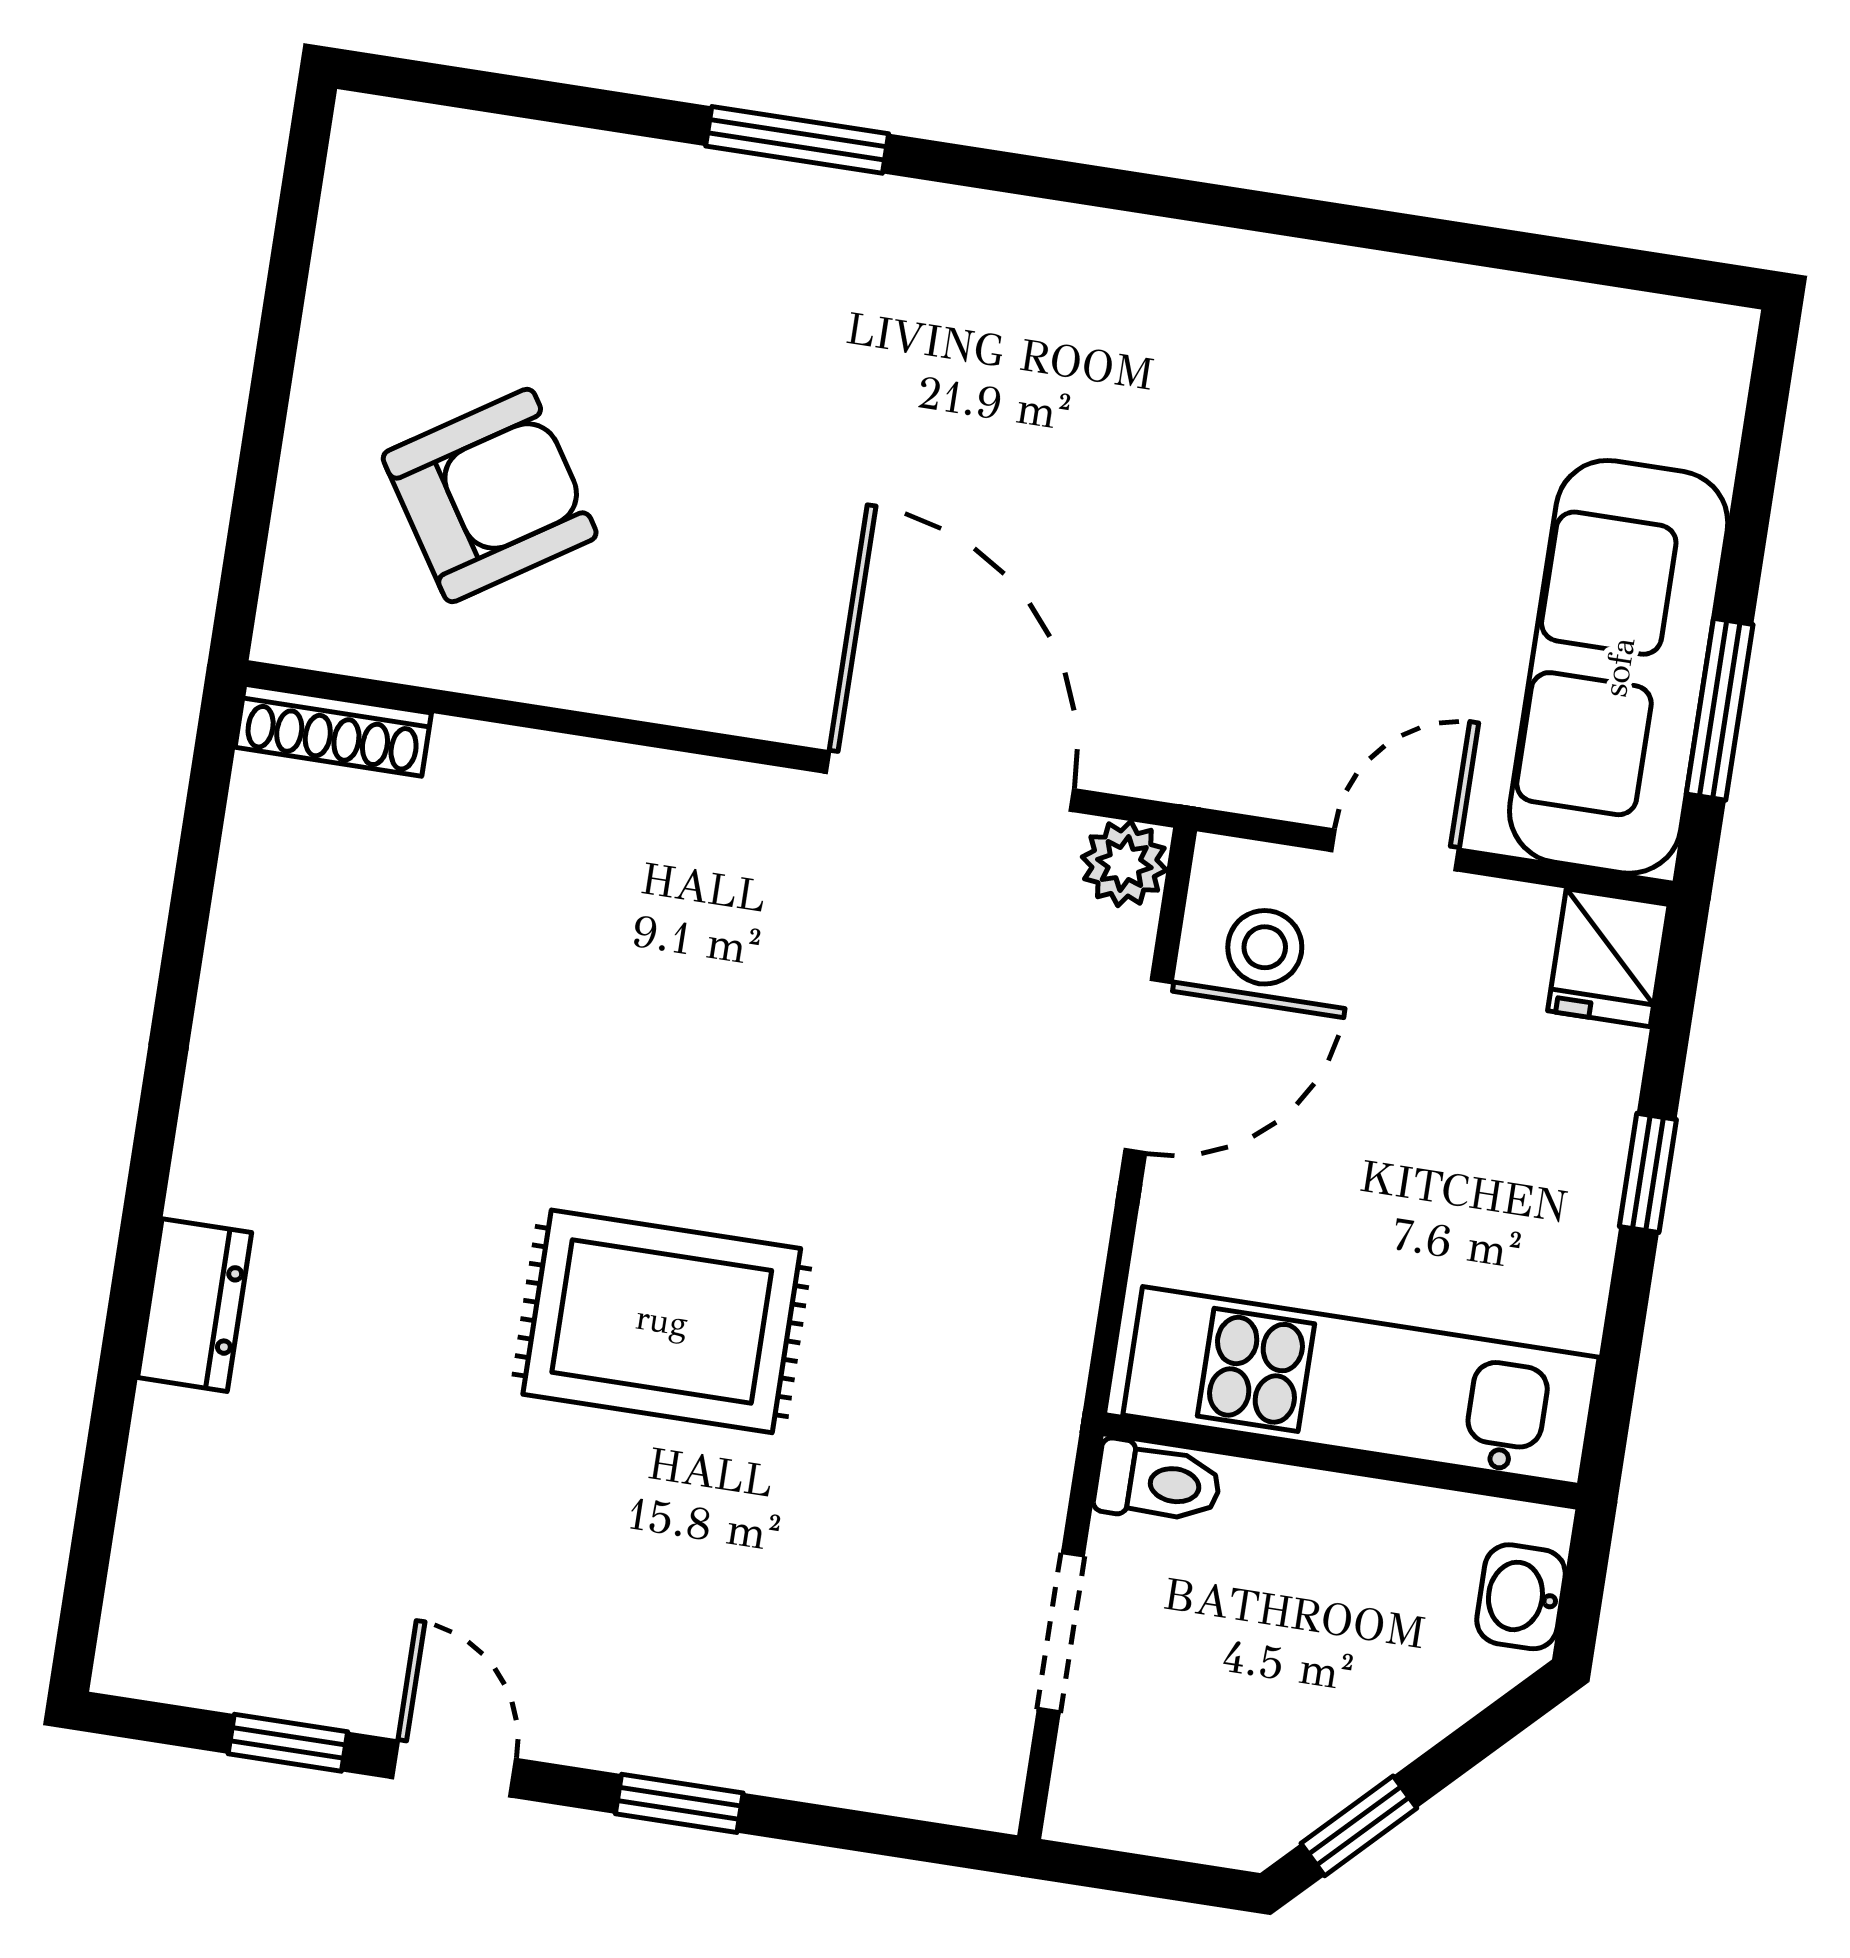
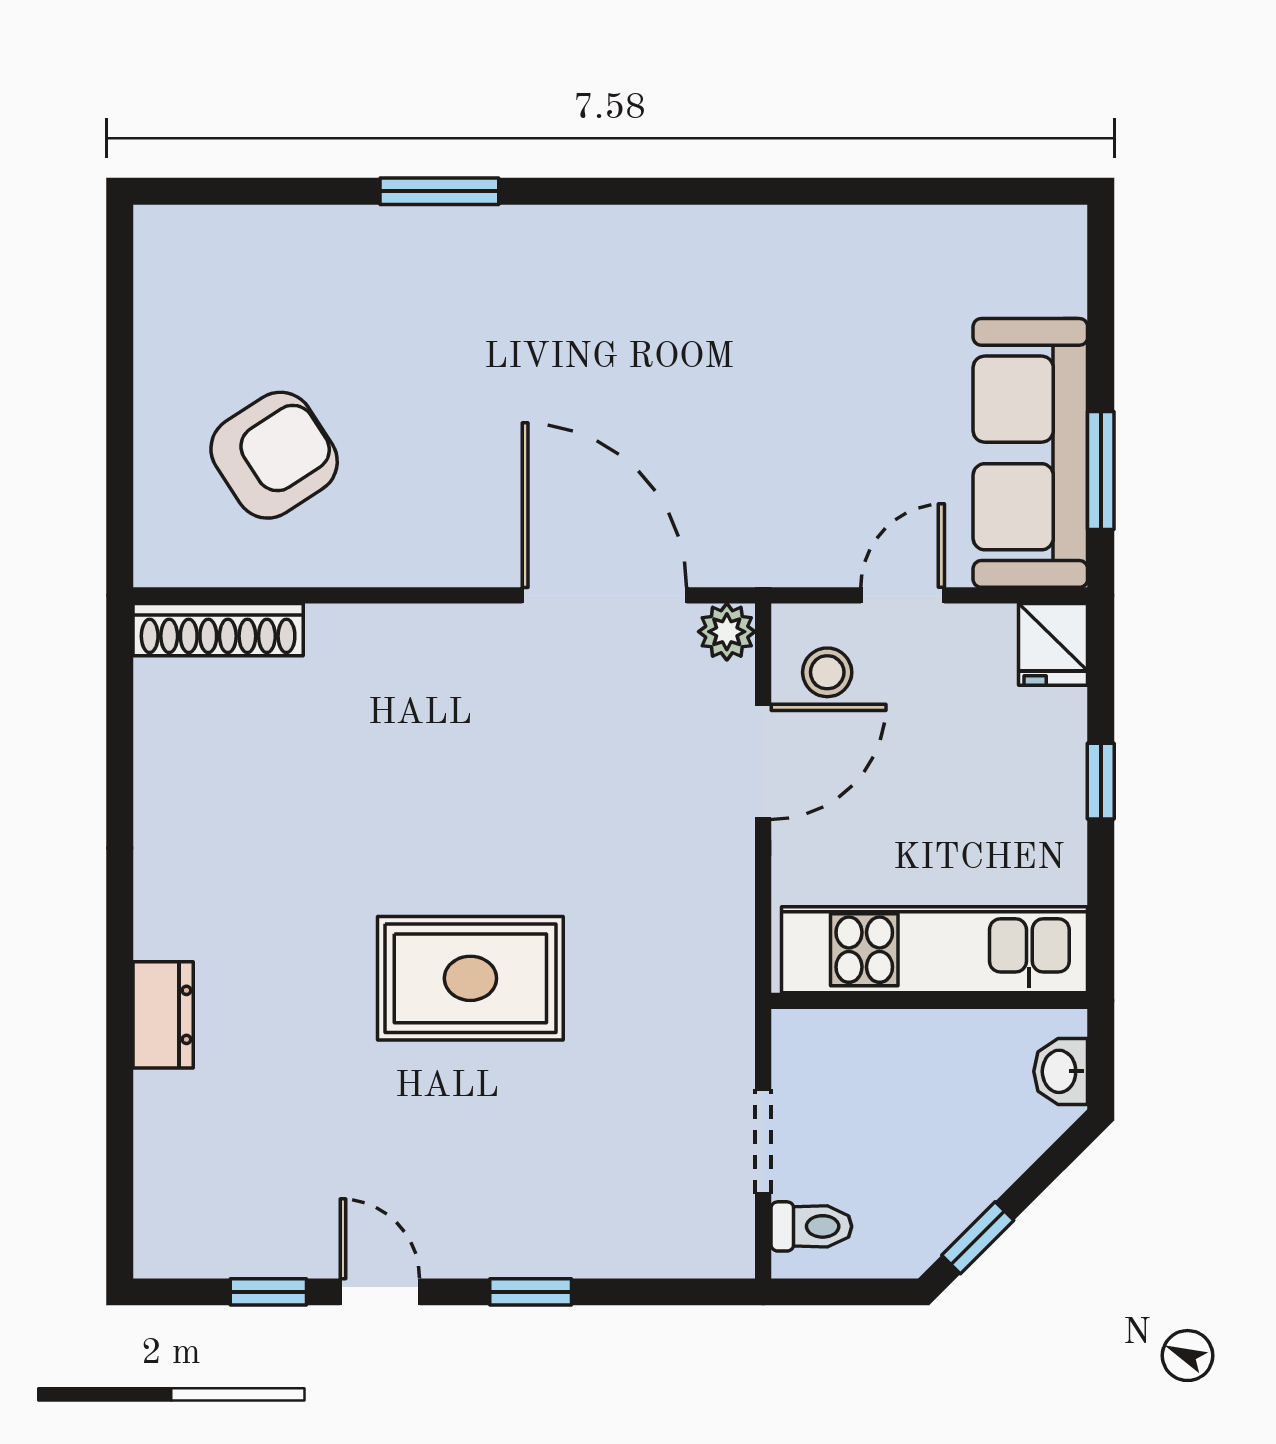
shoe rack: (333, 730) -> (218, 630), width x1.36, depth x1.24
toilet: (1158, 1483) -> (811, 1226), moved

